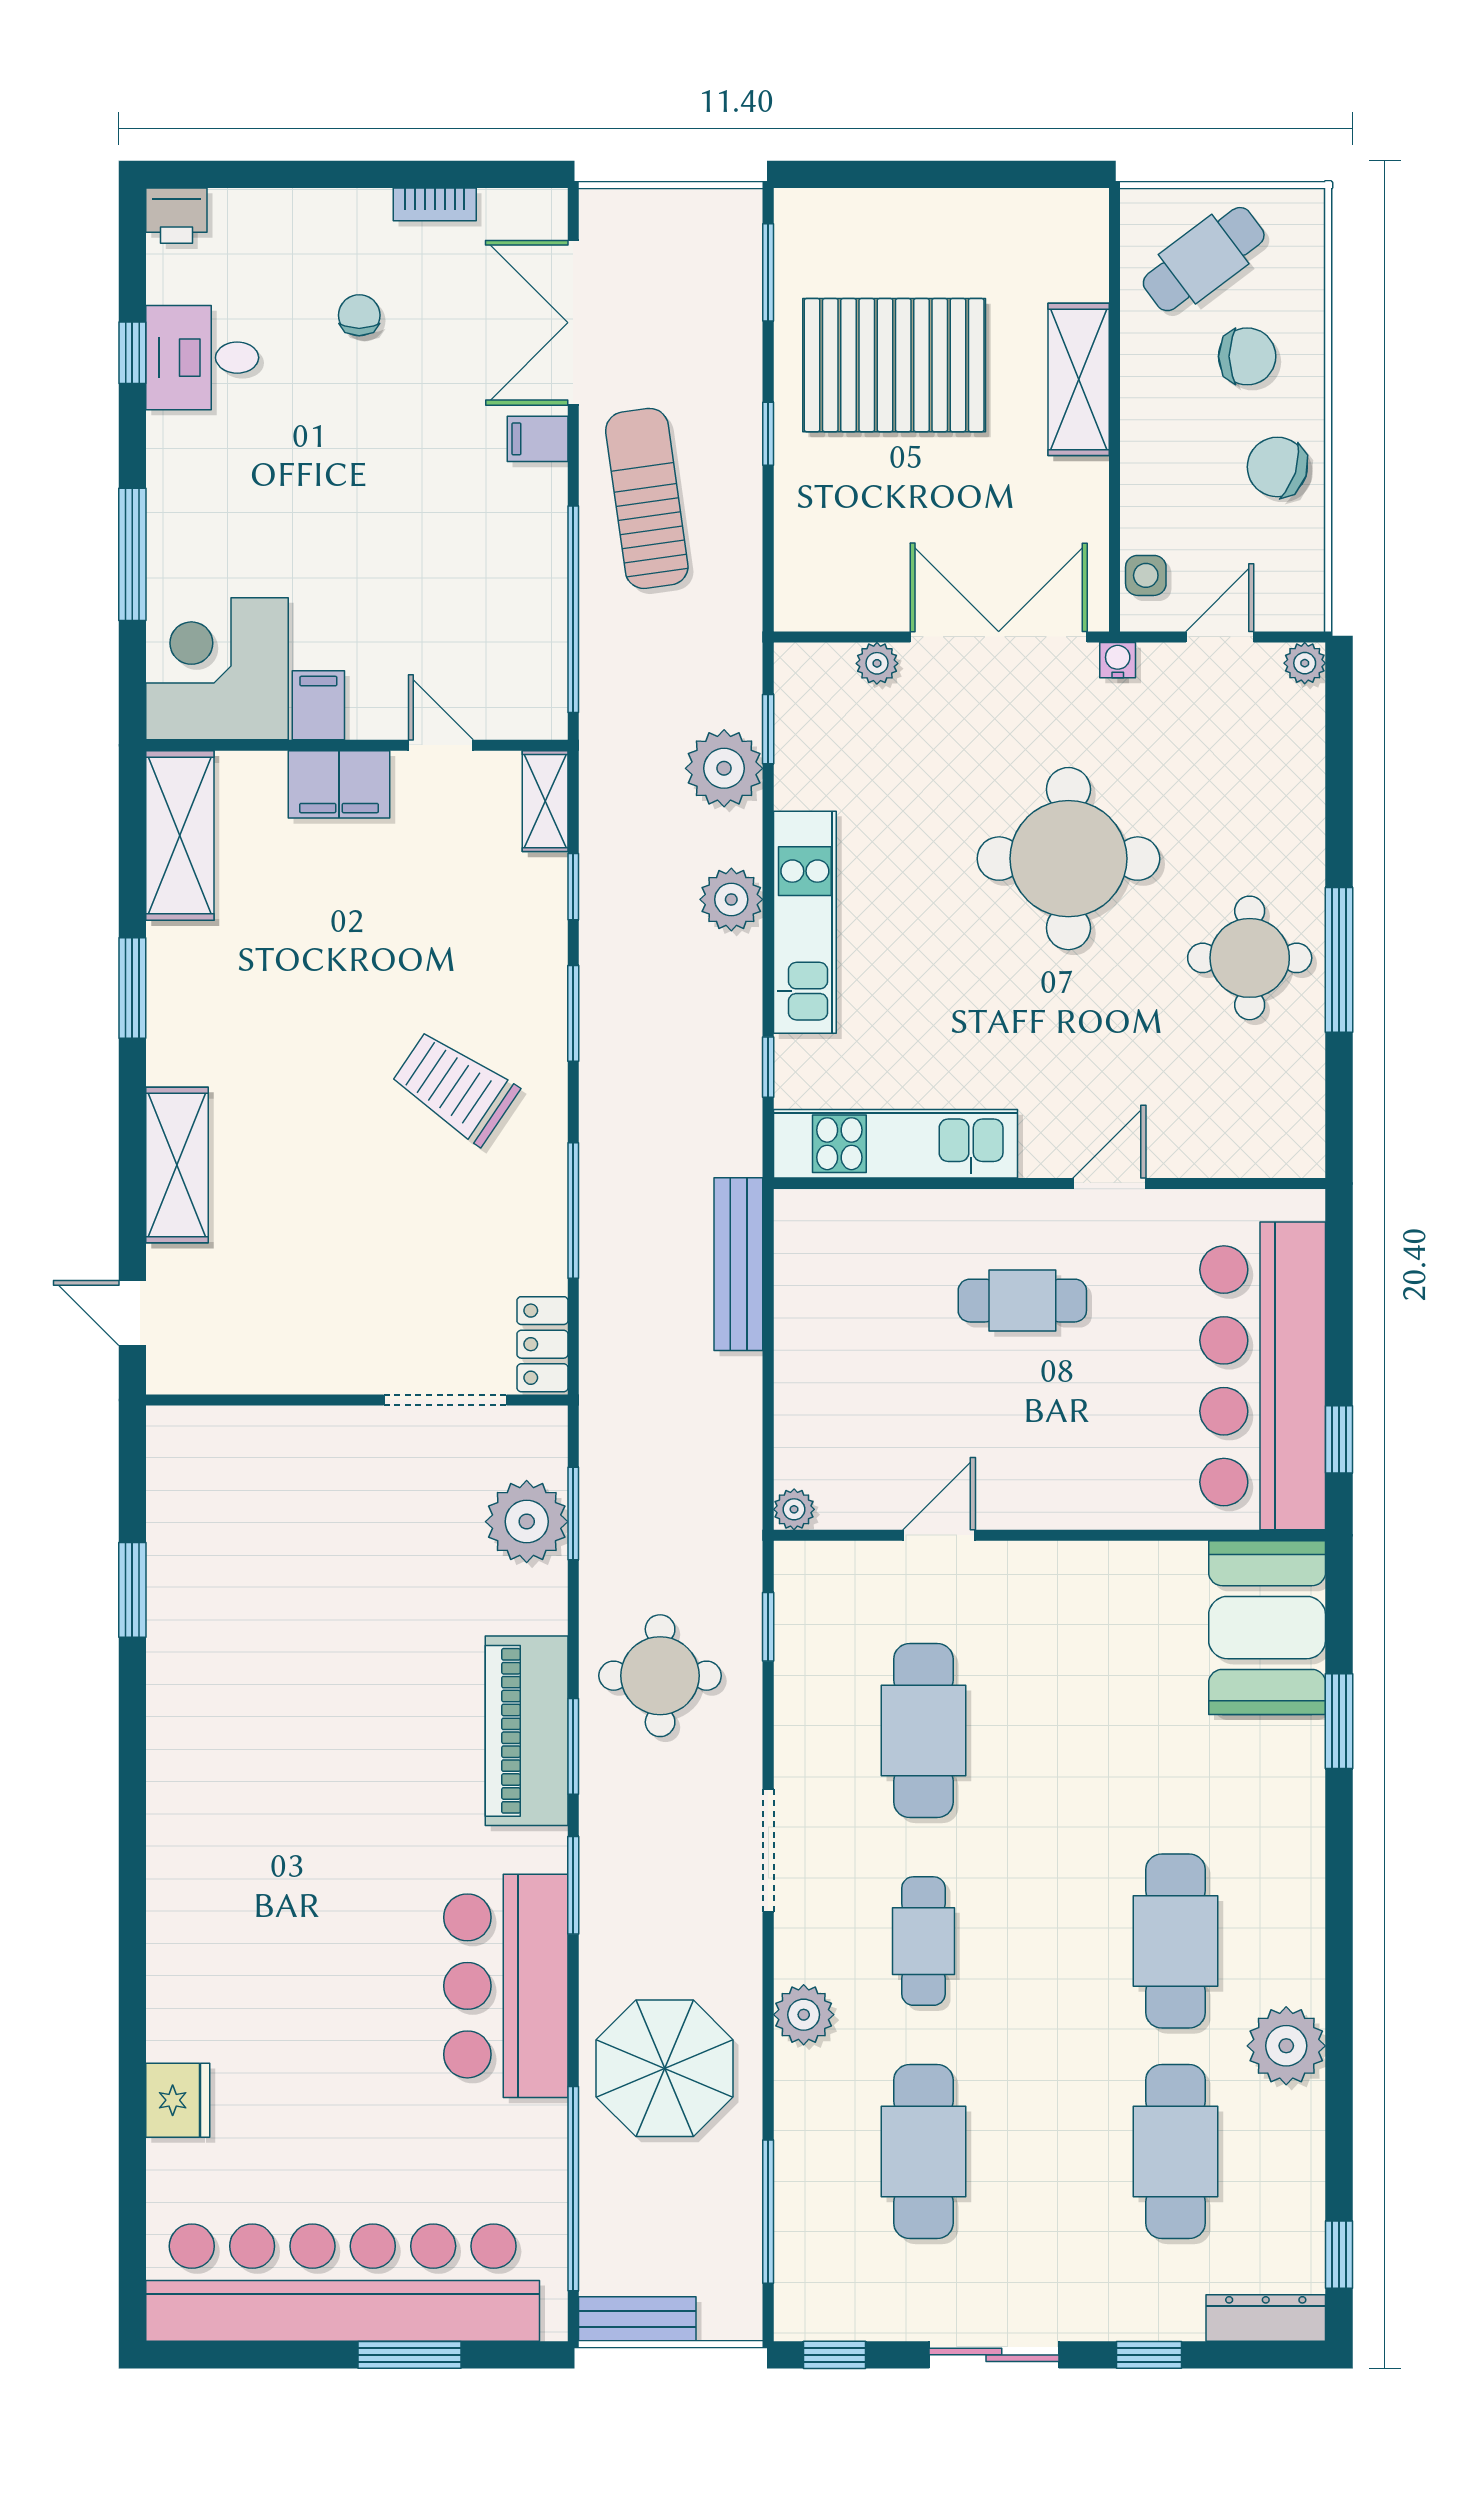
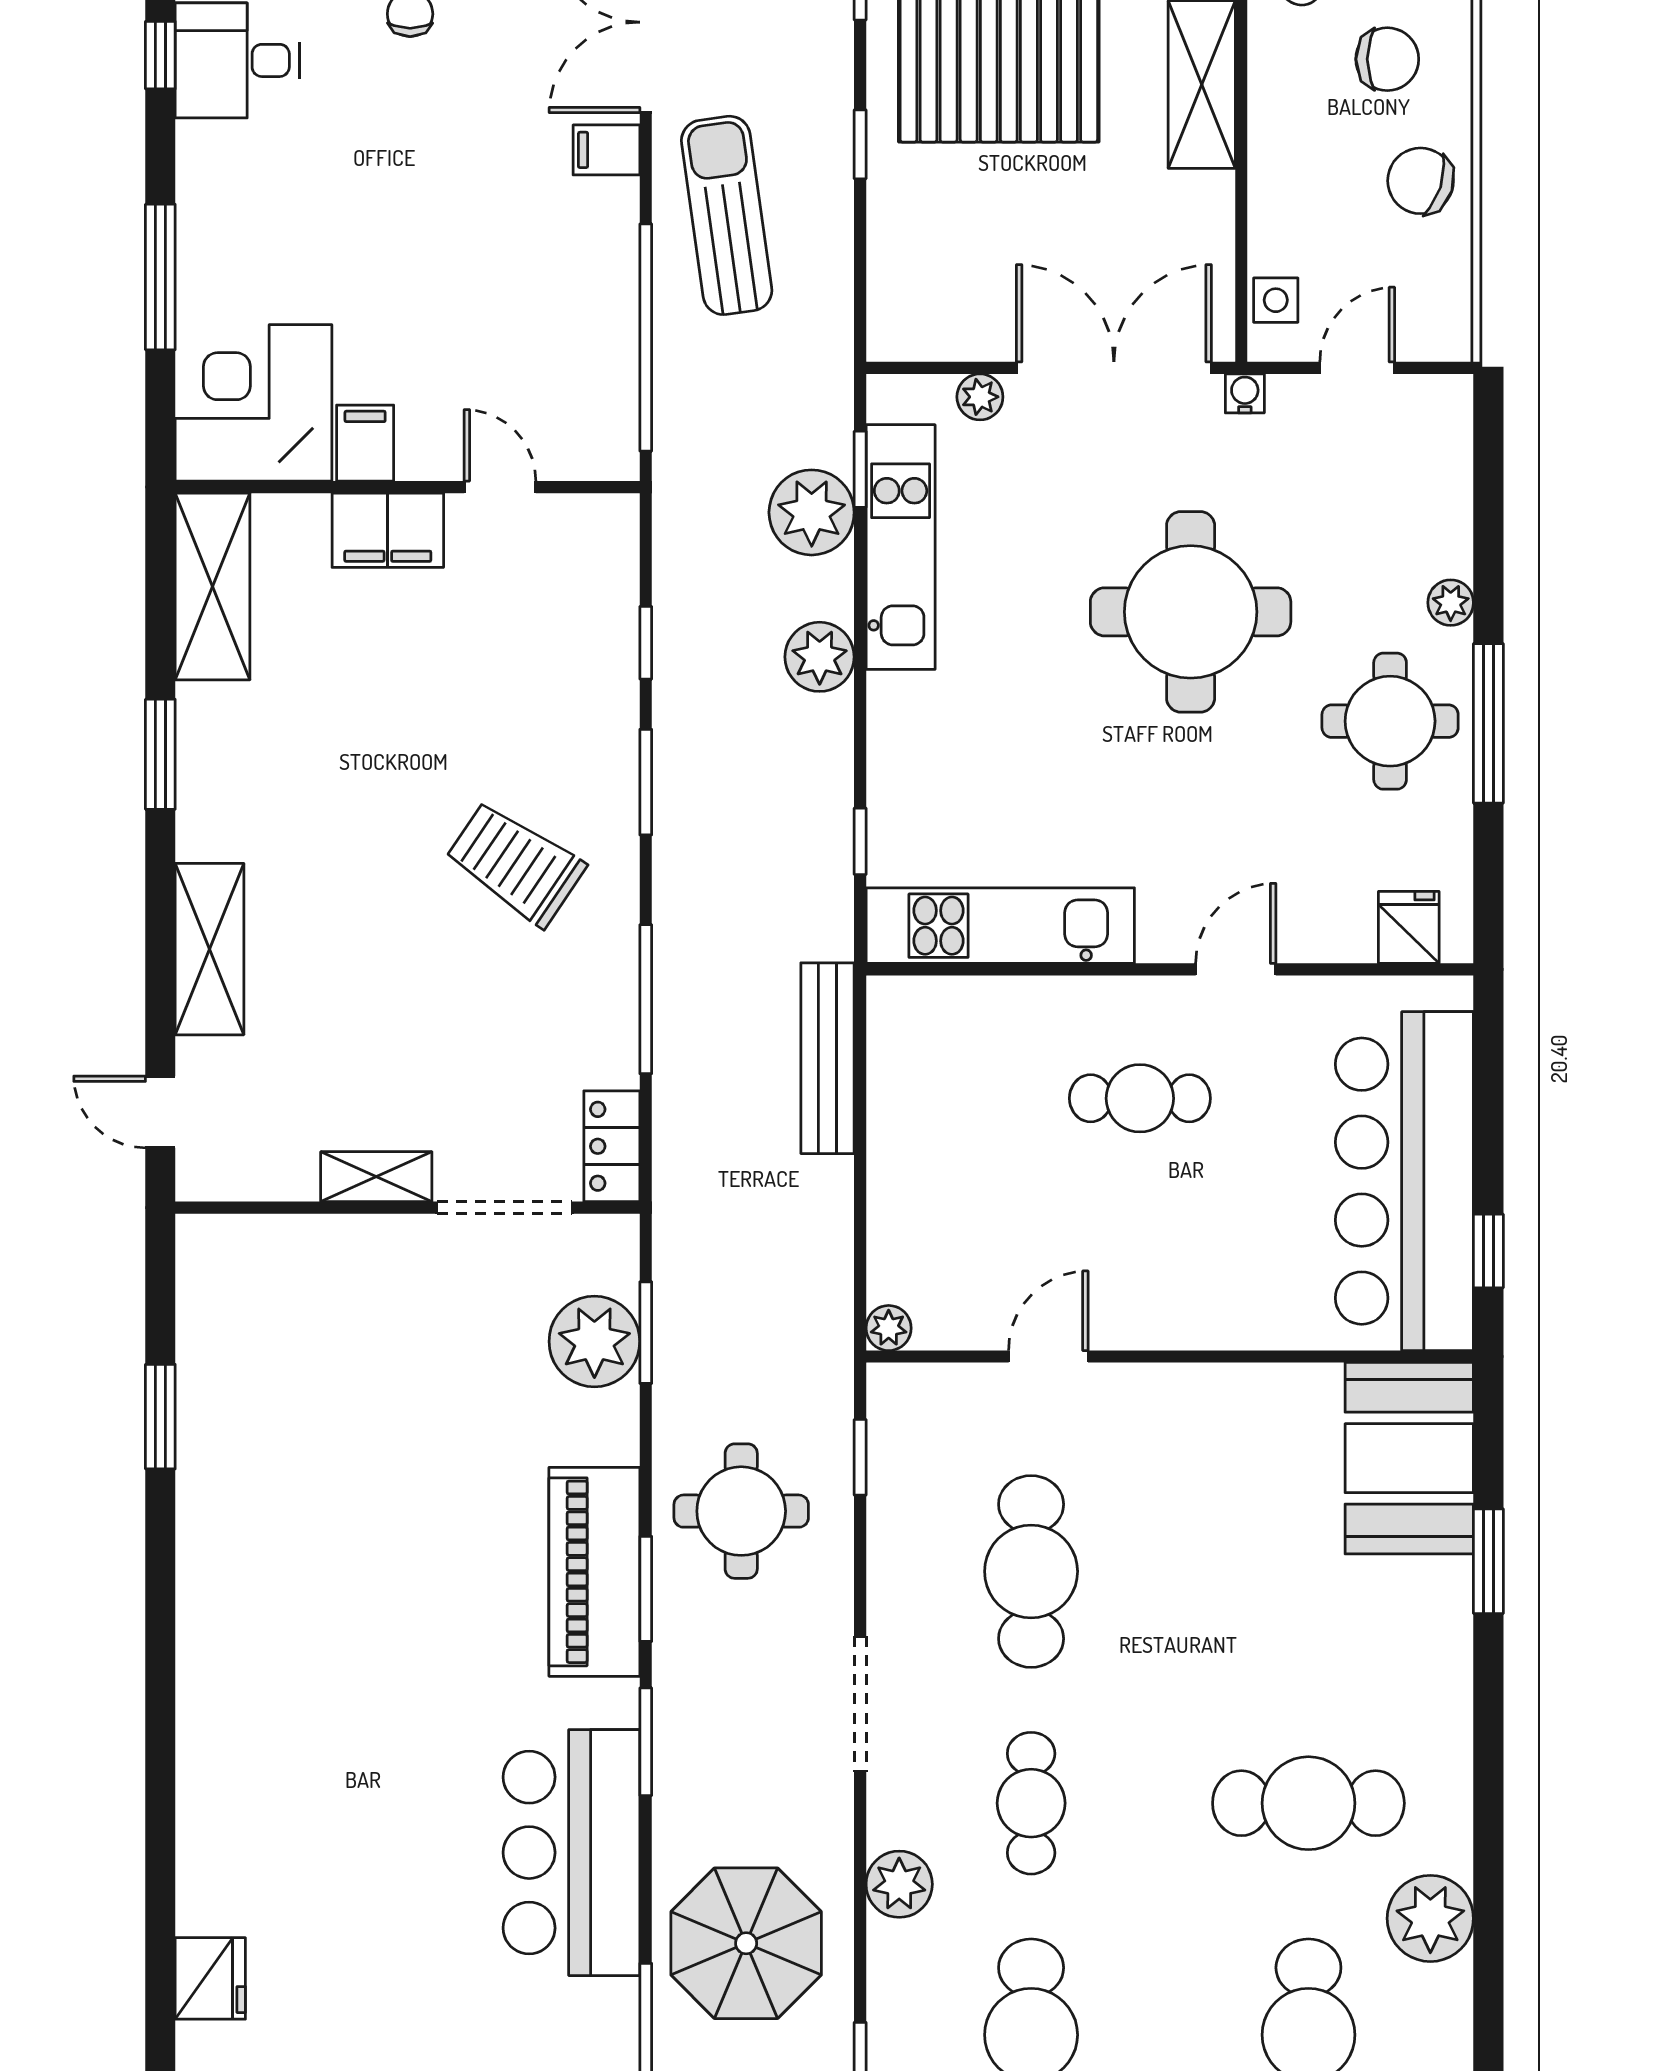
plant: (1305, 663) -> (1451, 603), moved
shelving: (545, 801) -> (376, 1177), moved, turned 90
kitchen unit: (805, 922) -> (901, 547), moved
fridge: (1267, 1145) -> (1409, 927), added
cafe table: (1176, 1941) -> (1308, 1803), turned 90

